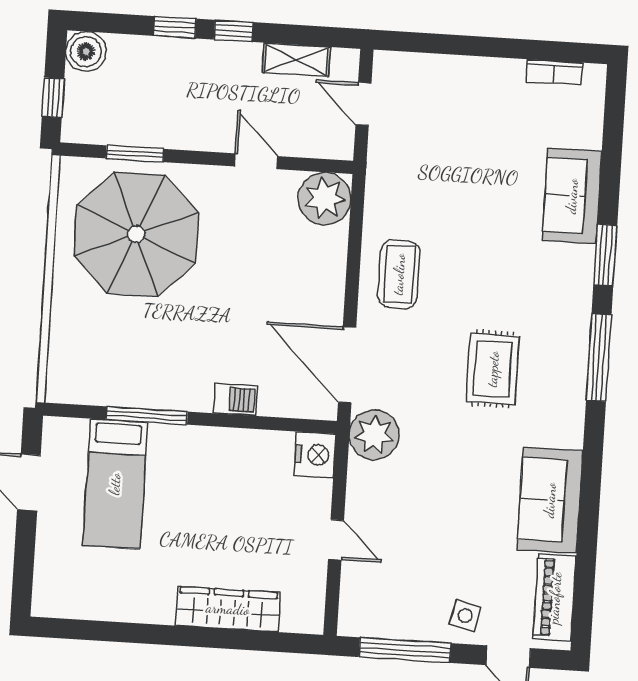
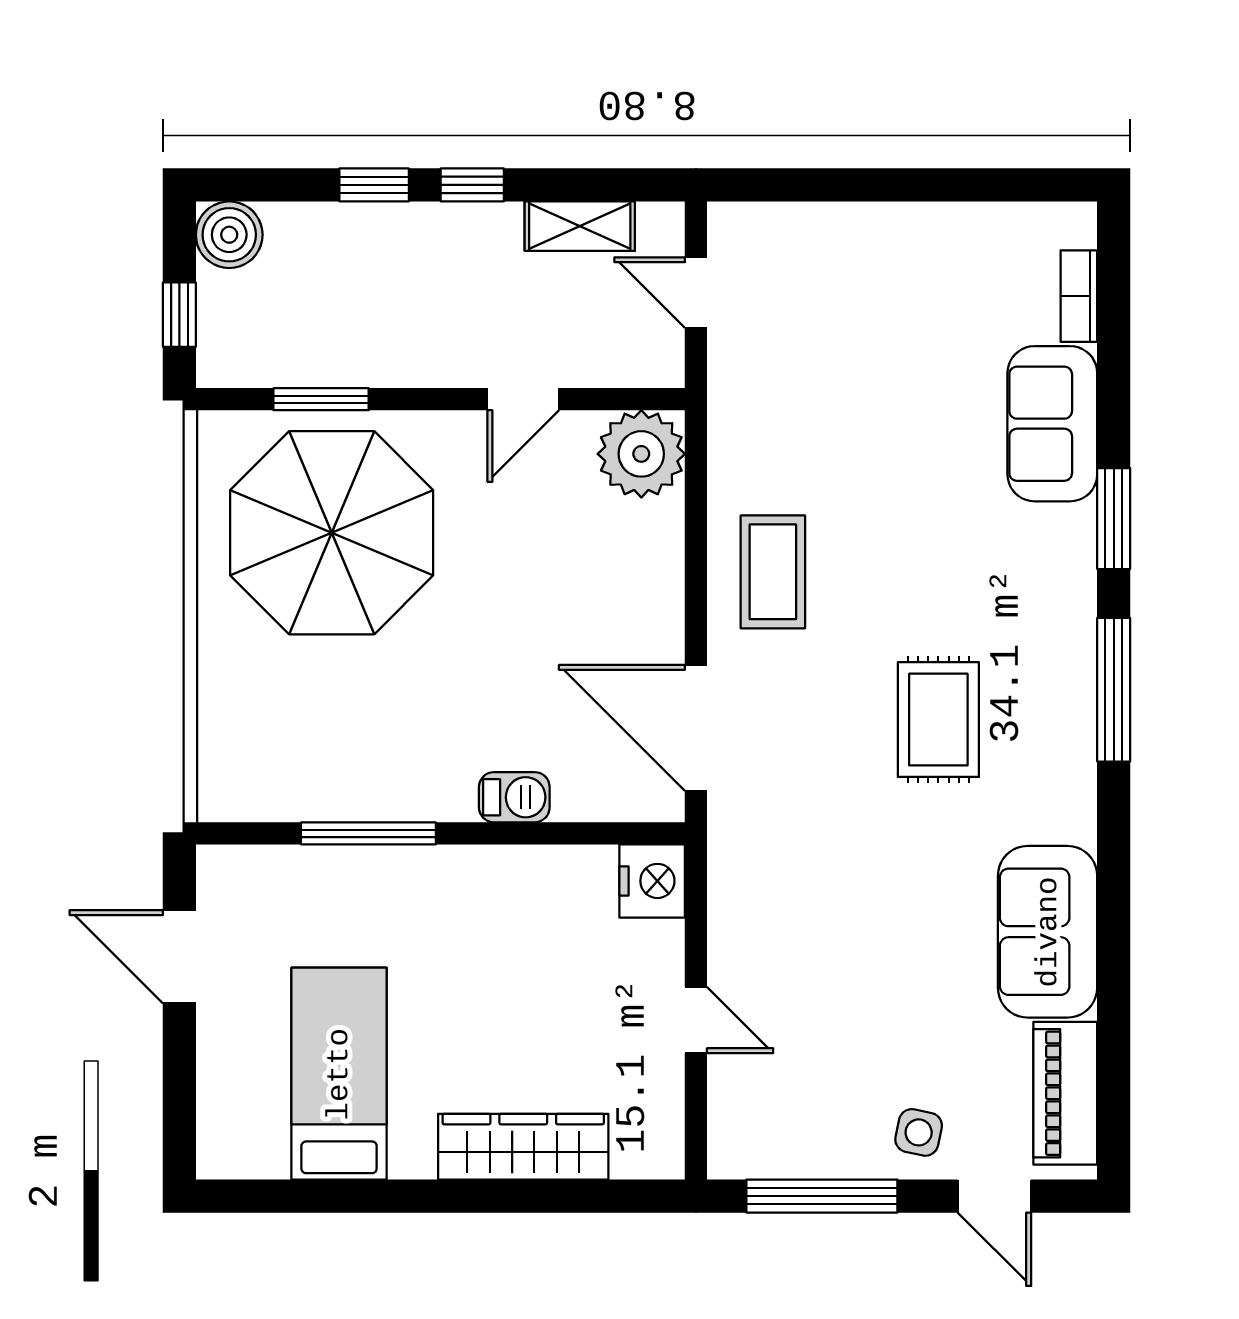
bookcase: (554, 72) -> (1079, 296), moved, turned 90
door: (256, 161) -> (523, 399), swing flipped
plant: (374, 435) -> (748, 842), removed
bed: (115, 484) -> (339, 1074), moved, turned 180

